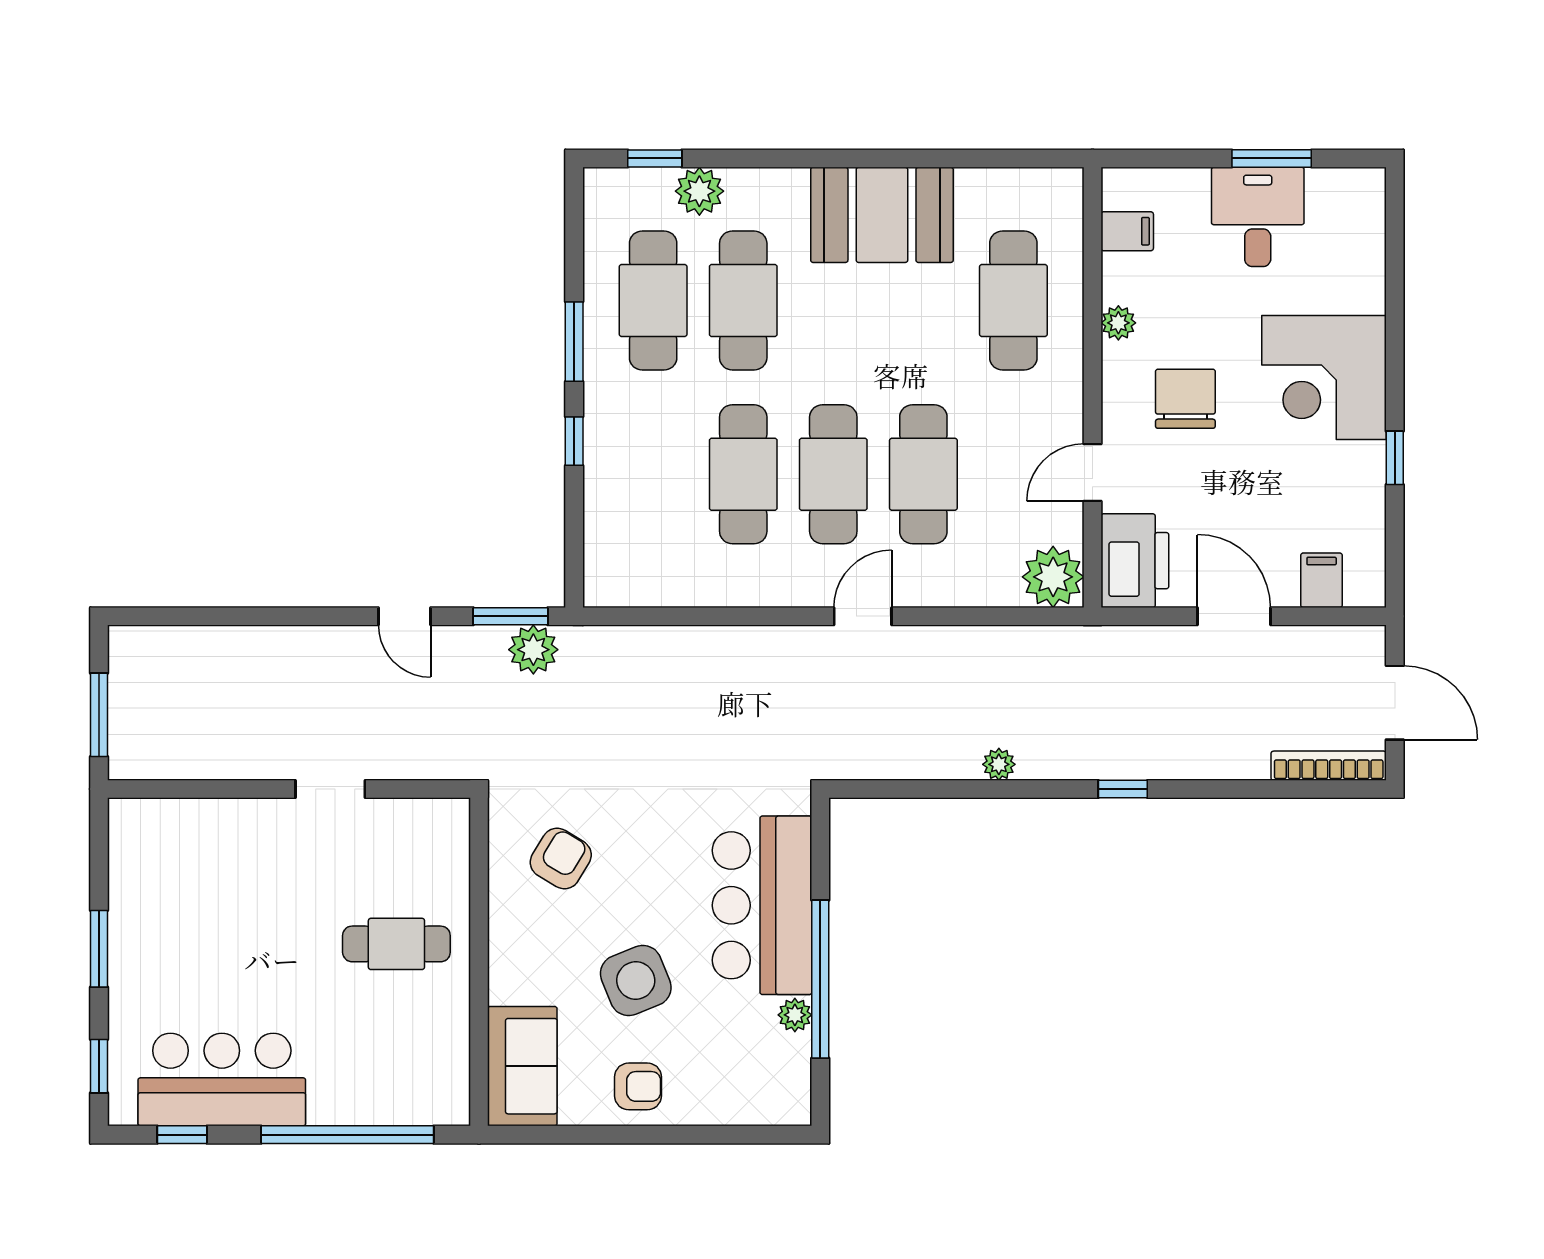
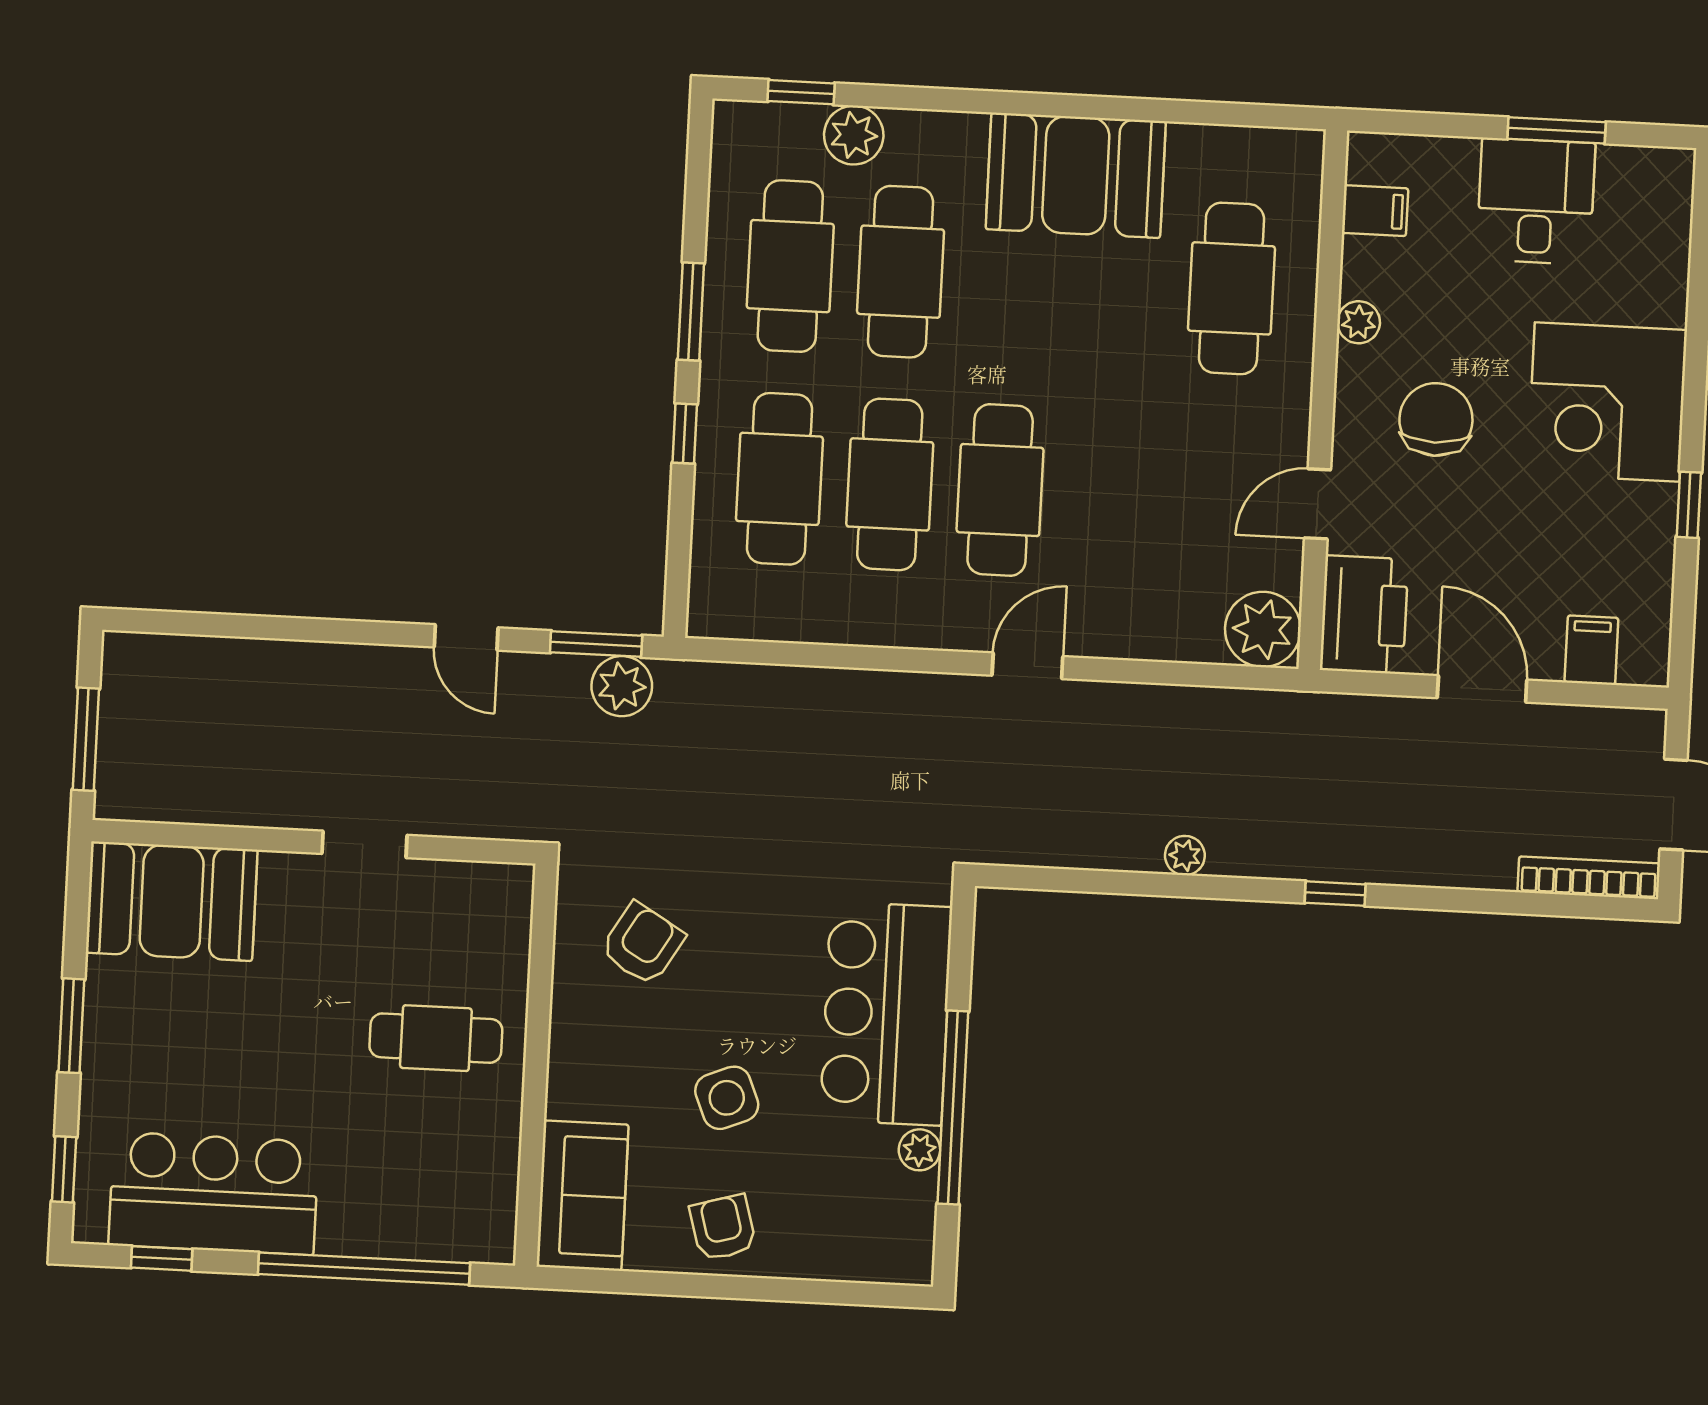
cafe table: (923, 474) -> (779, 479), moved
booth: (176, 843) -> (172, 901), added
side table: (636, 981) -> (727, 1098), width x0.73, depth x0.73
armchair: (638, 1086) -> (723, 1228), turned -106

